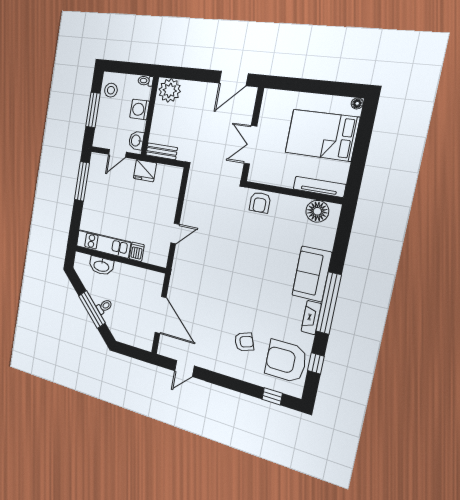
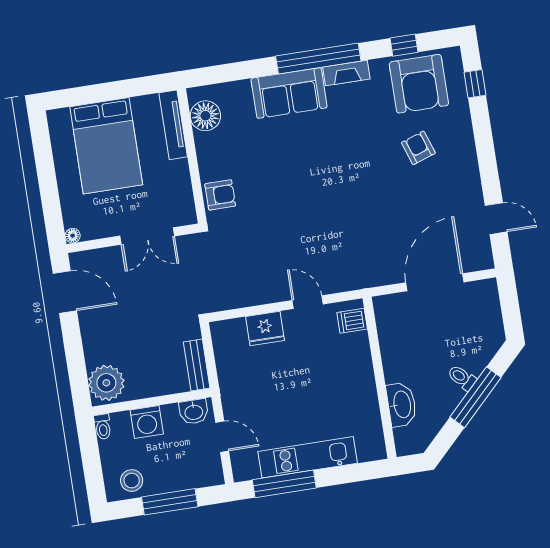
floor lamp: (357, 103) -> (73, 236), moved
fridge: (145, 171) -> (265, 329), moved, turned 90
kitchen unit: (103, 244) -> (308, 457), moved, turned 90
dishwasher: (137, 252) -> (352, 321), moved

